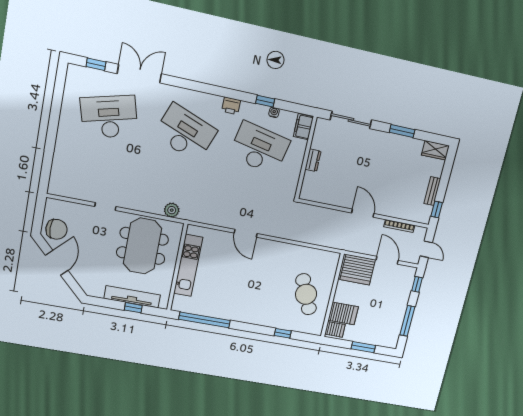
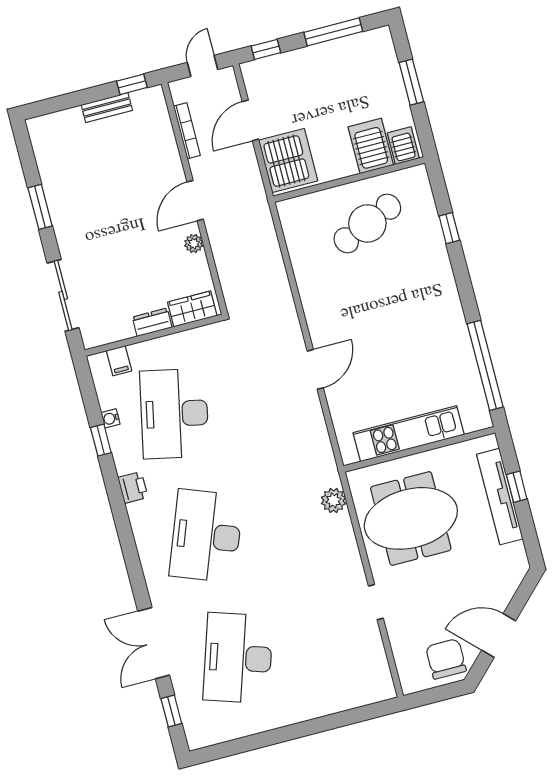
desk: (109, 117) -> (238, 658), turned 33
filing cabinet: (303, 127) -> (119, 361), width x0.50
wardrobe: (435, 150) -> (192, 309), moved, turned -90
plant: (342, 202) -> (194, 244), added

